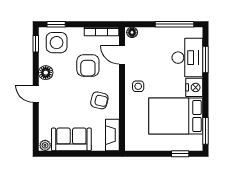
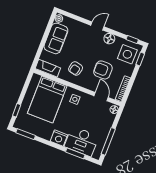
door: (122, 55) -> (101, 97), hinge flipped
bed: (176, 116) -> (47, 100), moved, turned 180

